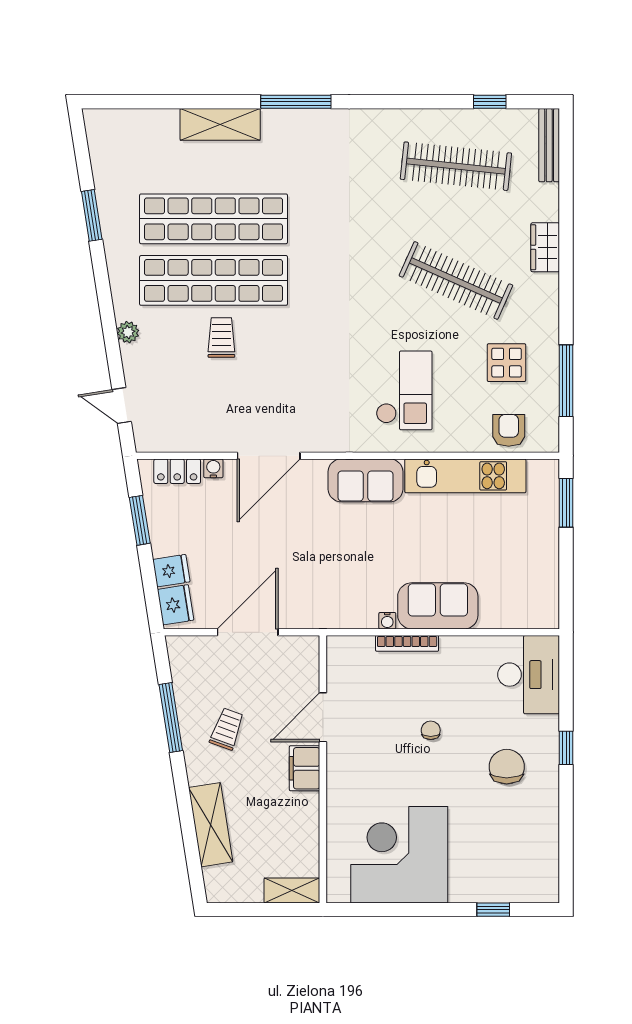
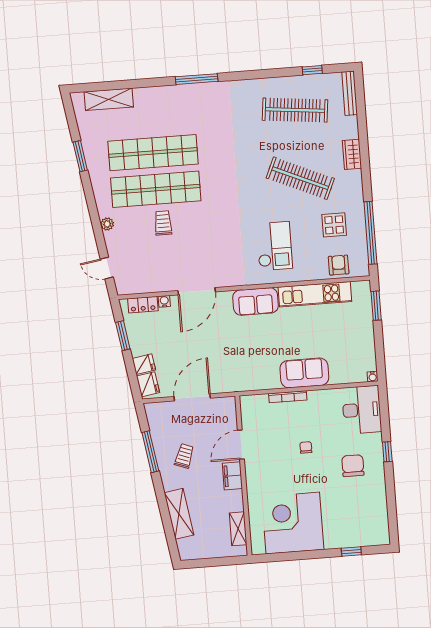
shelving: (220, 124) -> (109, 99), moved
window: (566, 381) -> (370, 233), width x1.46
water cooler: (387, 621) -> (373, 377), moved
shelving: (292, 891) -> (238, 529), moved, turned 90

